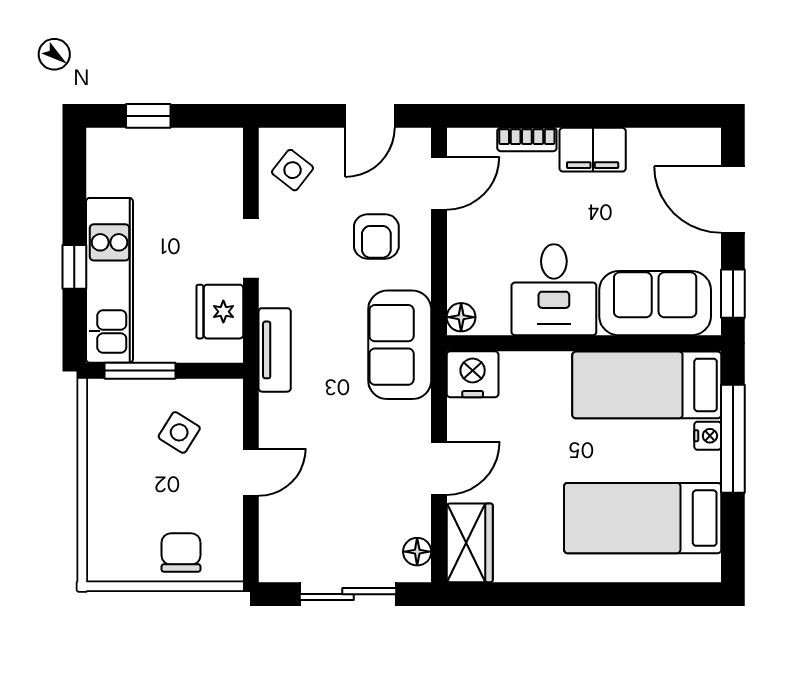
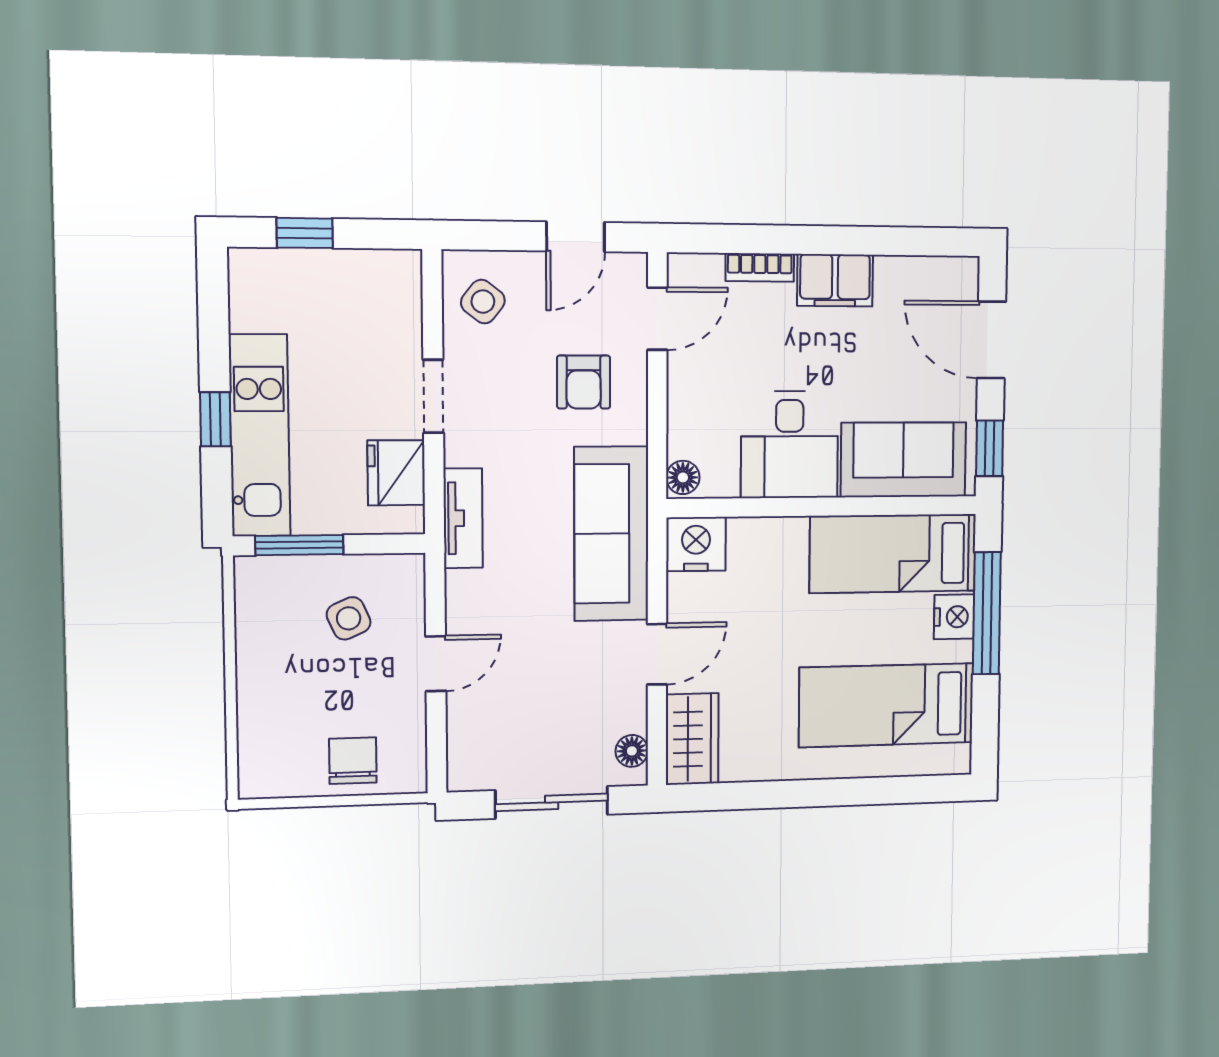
sofa: (400, 345) -> (611, 534), width x1.36
side table: (179, 432) -> (349, 618), turned 34
nightstand: (708, 436) -> (954, 617), width x1.39, depth x1.35

